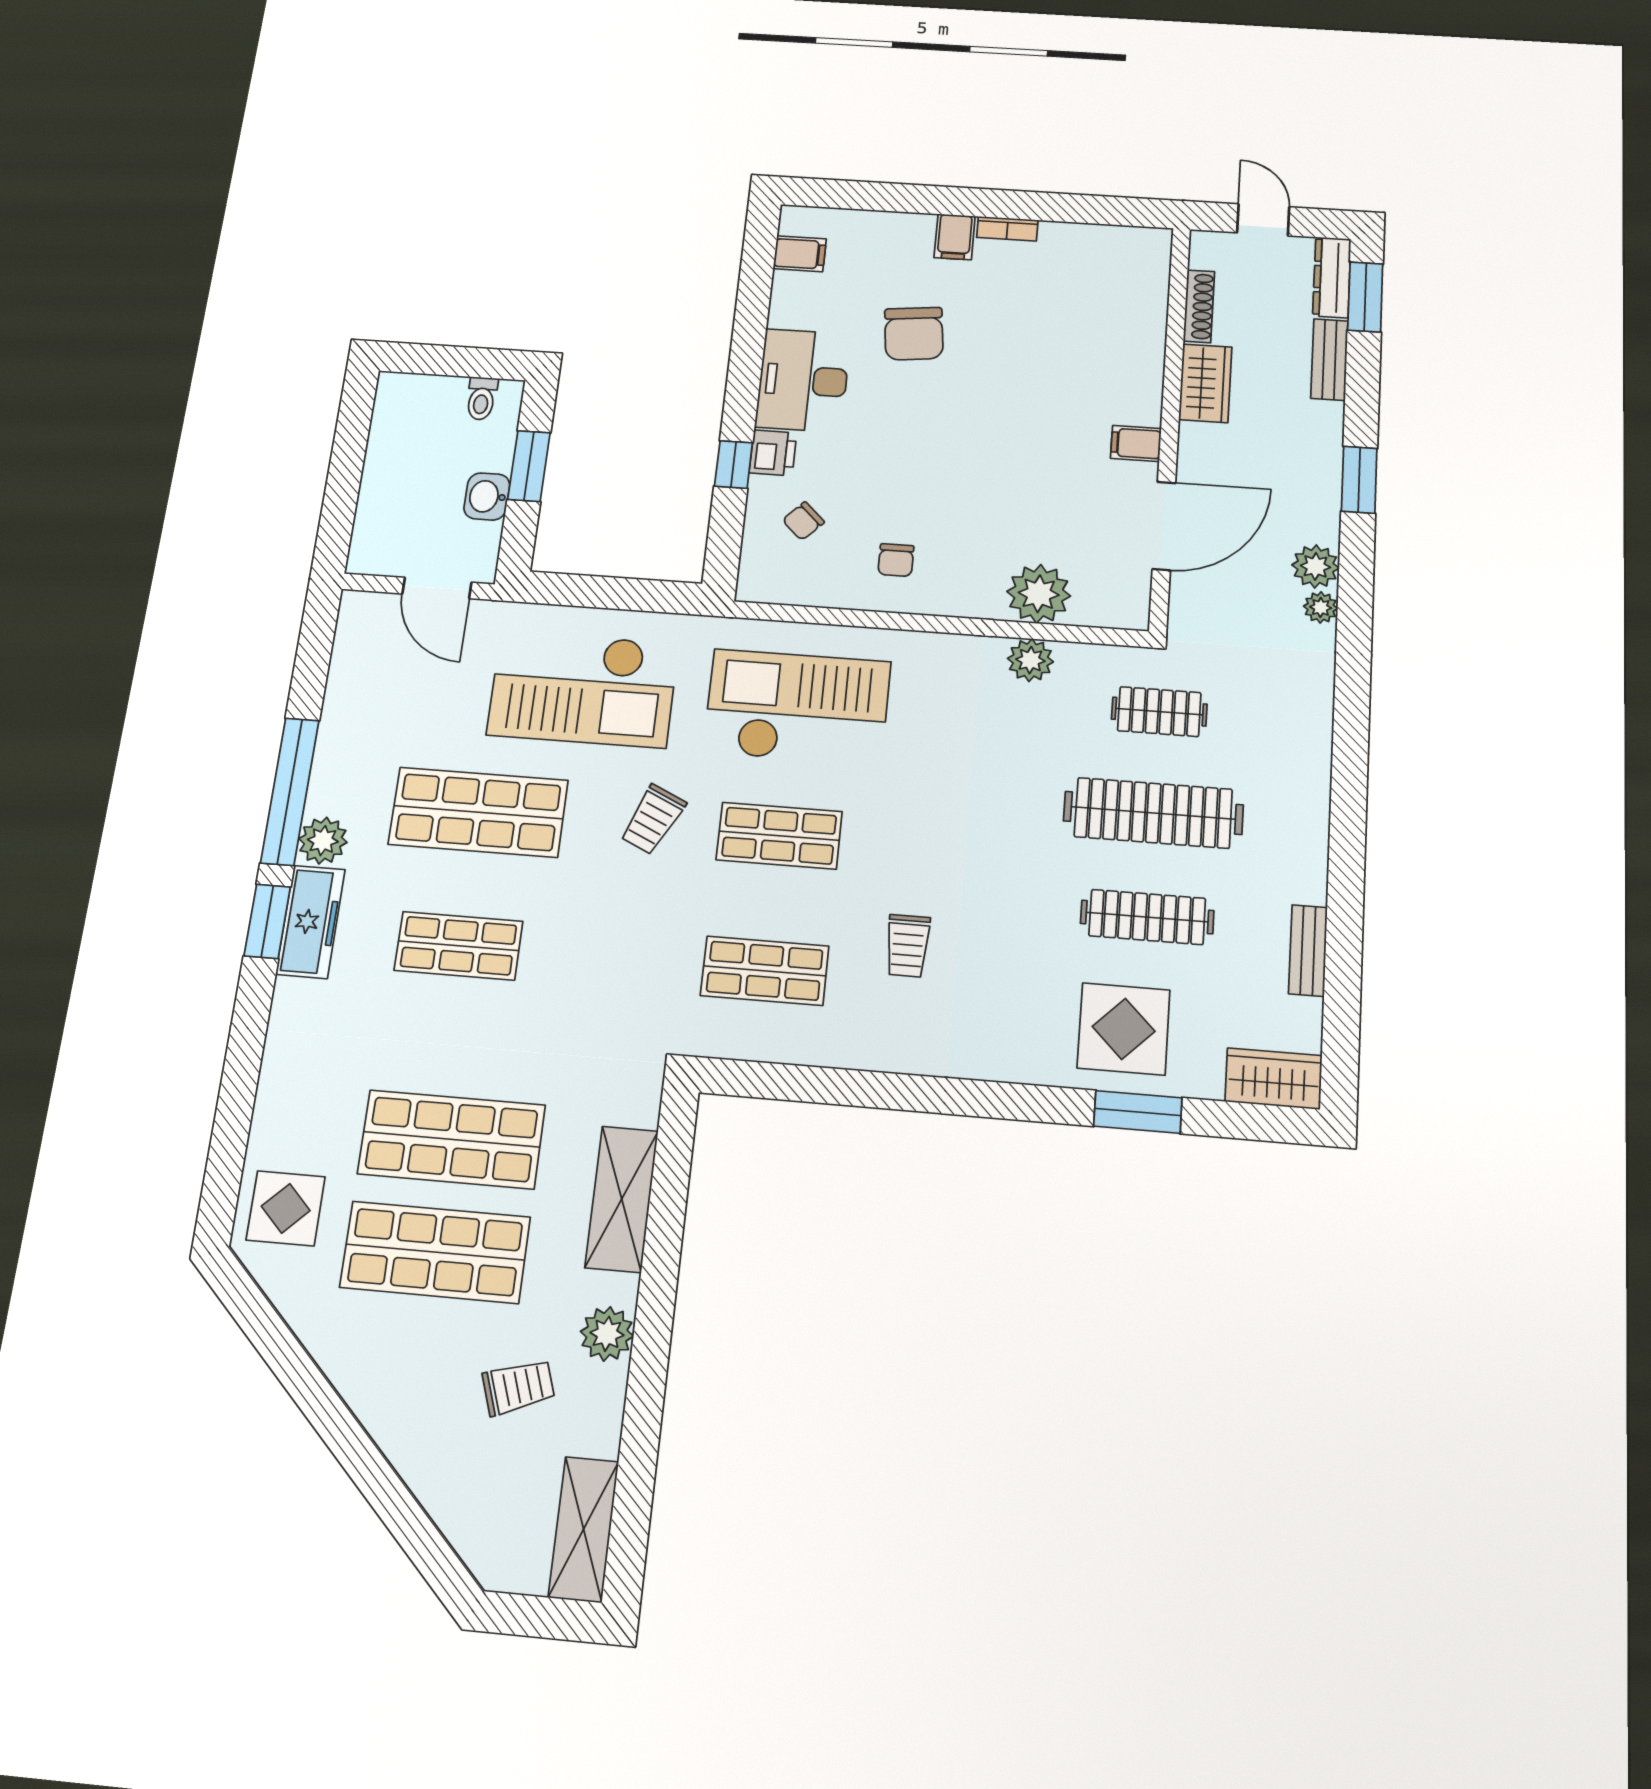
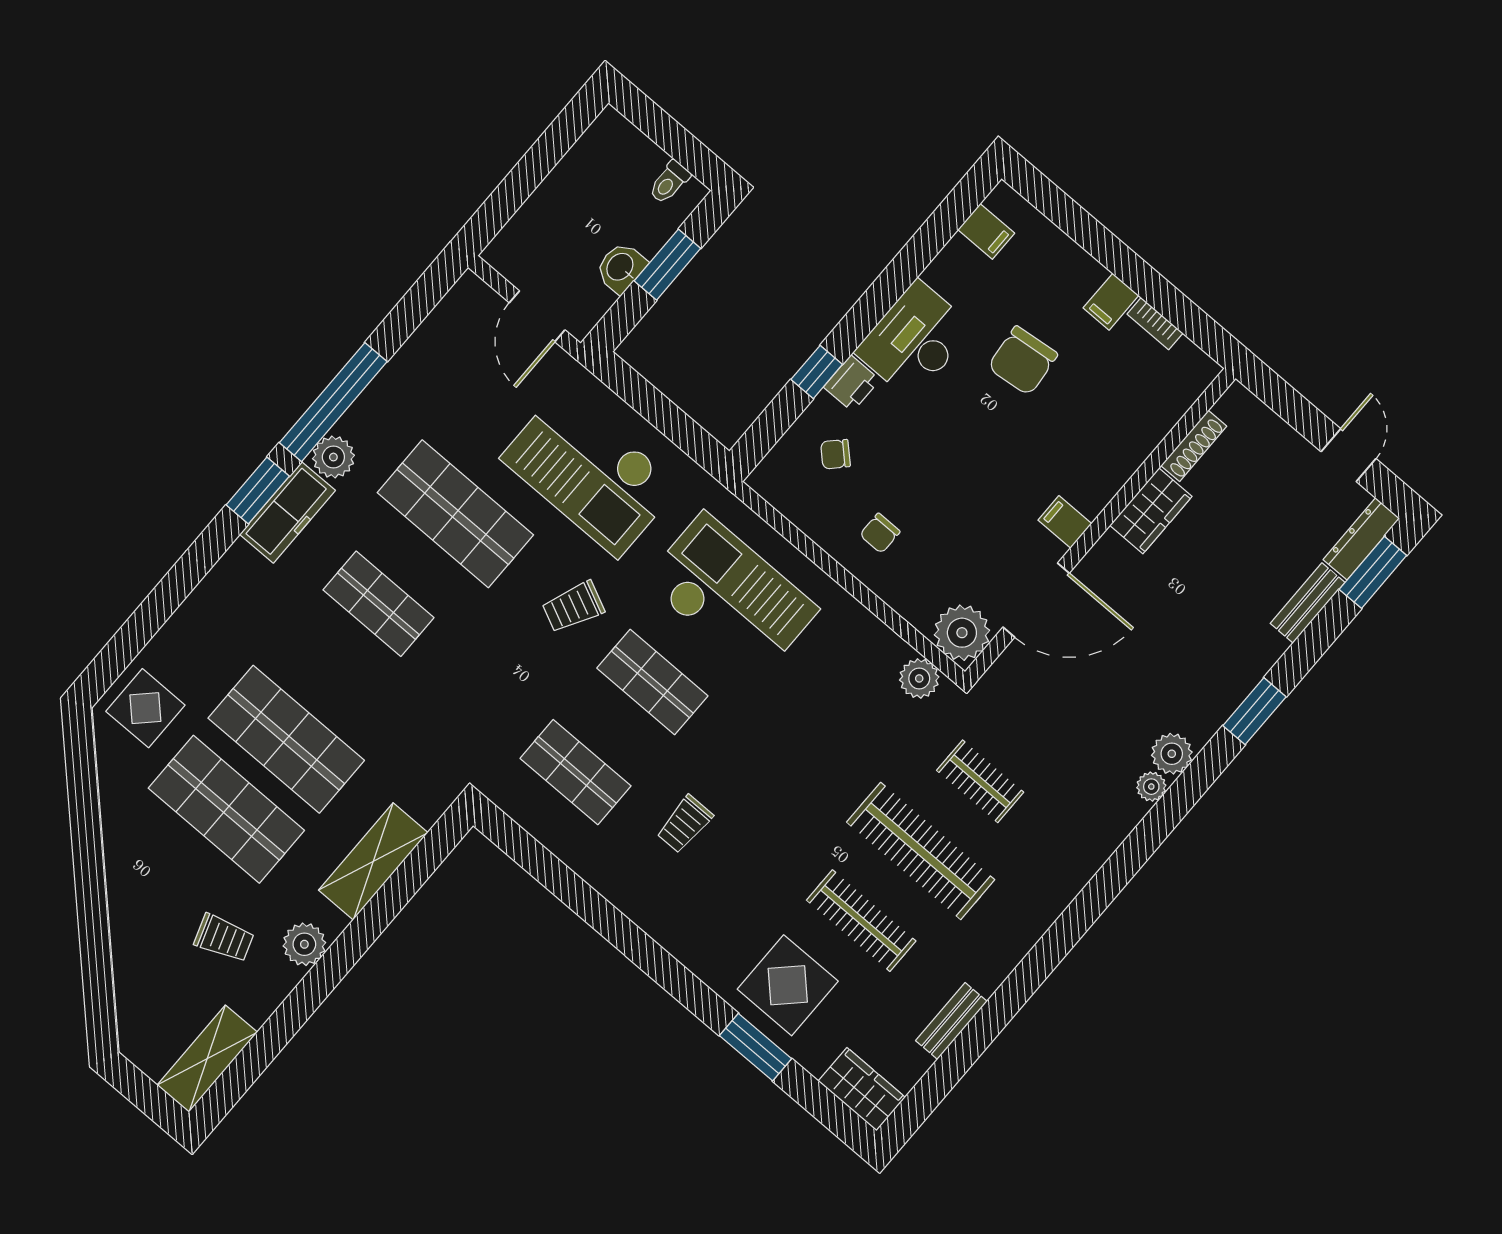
shoe rack: (1199, 306) -> (1194, 446), moved
wardrobe: (1205, 383) -> (1151, 511), moved
wall: (1170, 425) -> (1100, 525), moved
filing cabinet: (1136, 443) -> (1065, 522), moved
door: (1164, 526) -> (1036, 600), moved

